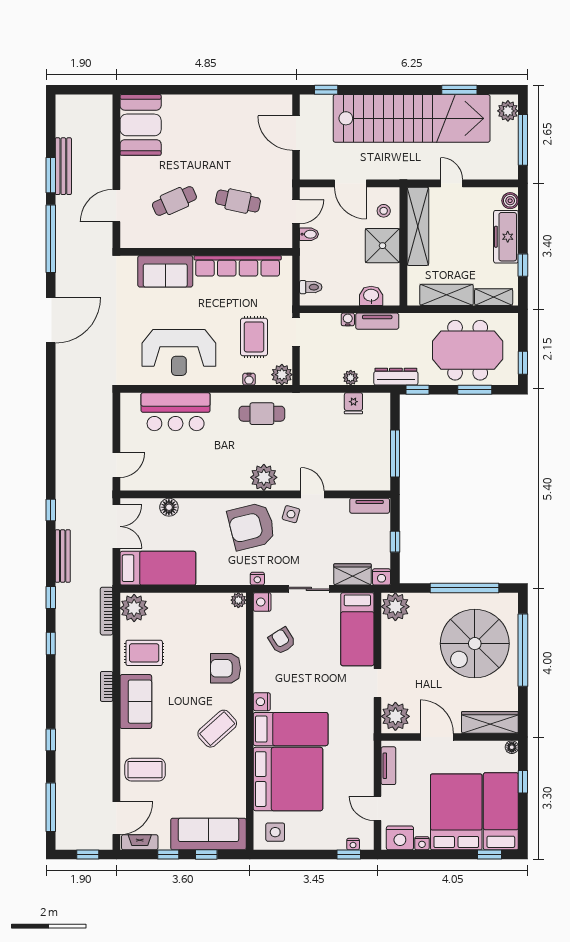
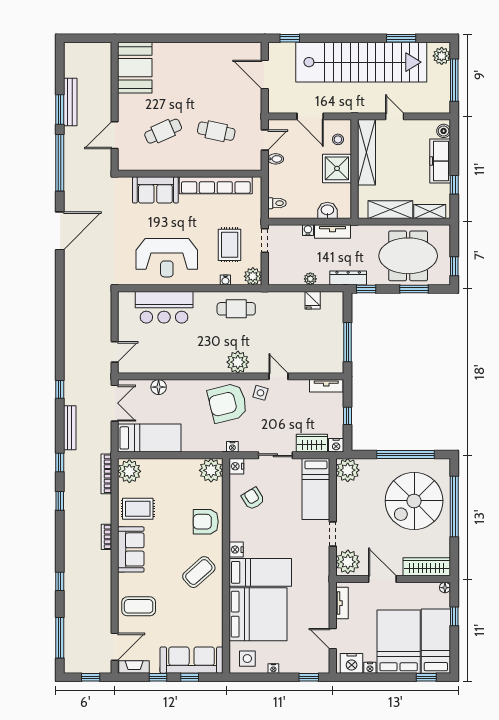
plant: (238, 600) -> (211, 470), width x1.87, depth x1.87
nightstand: (353, 844) -> (273, 669), moved

